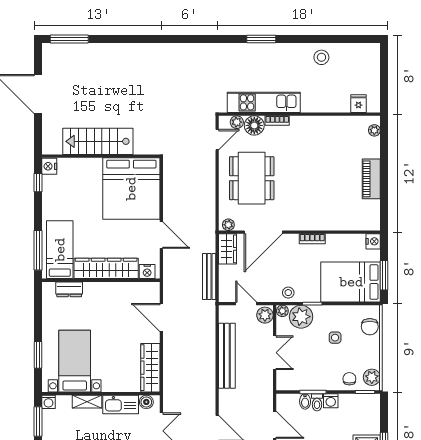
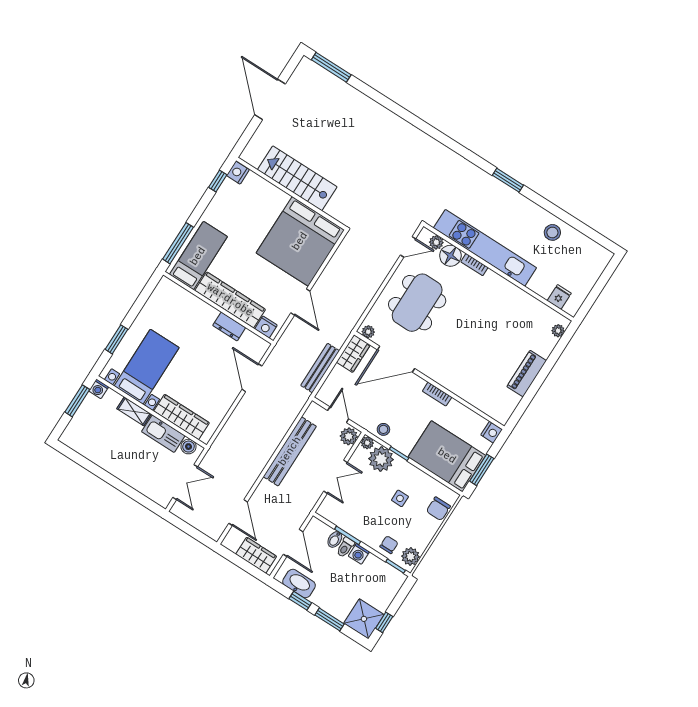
kitchen unit: (264, 102) -> (485, 248), width x1.36
dresser: (69, 289) -> (229, 327), moved
wardrobe: (150, 368) -> (182, 417), moved, turned 90

